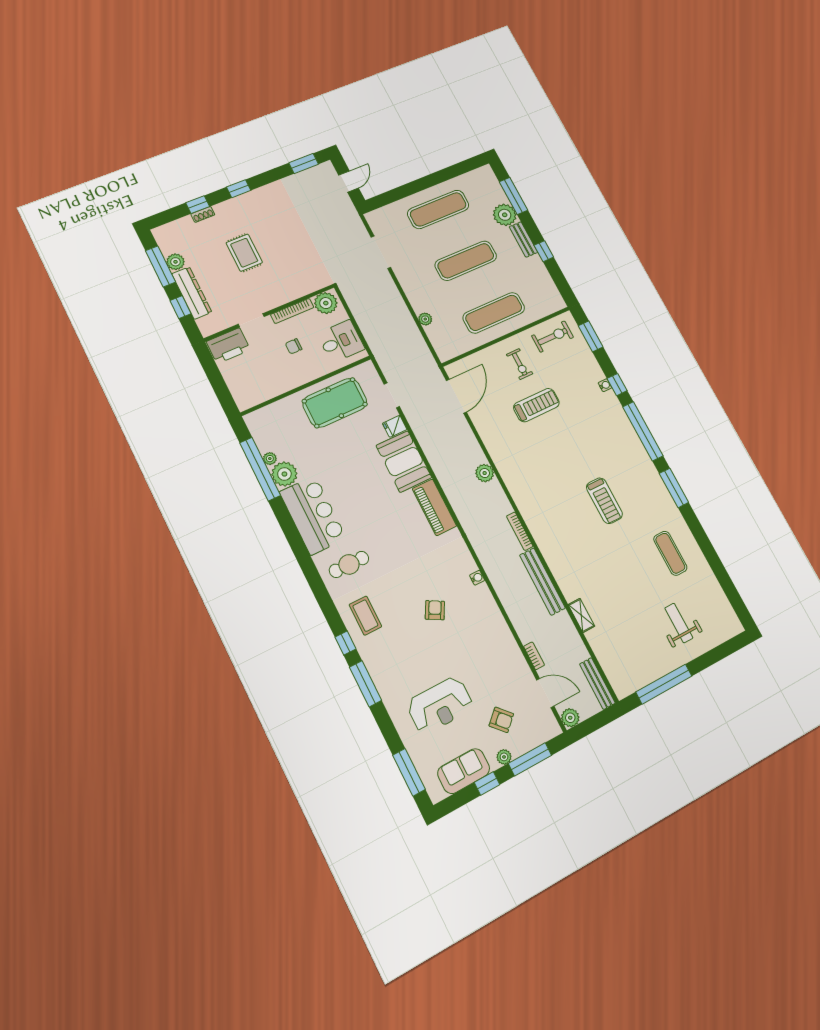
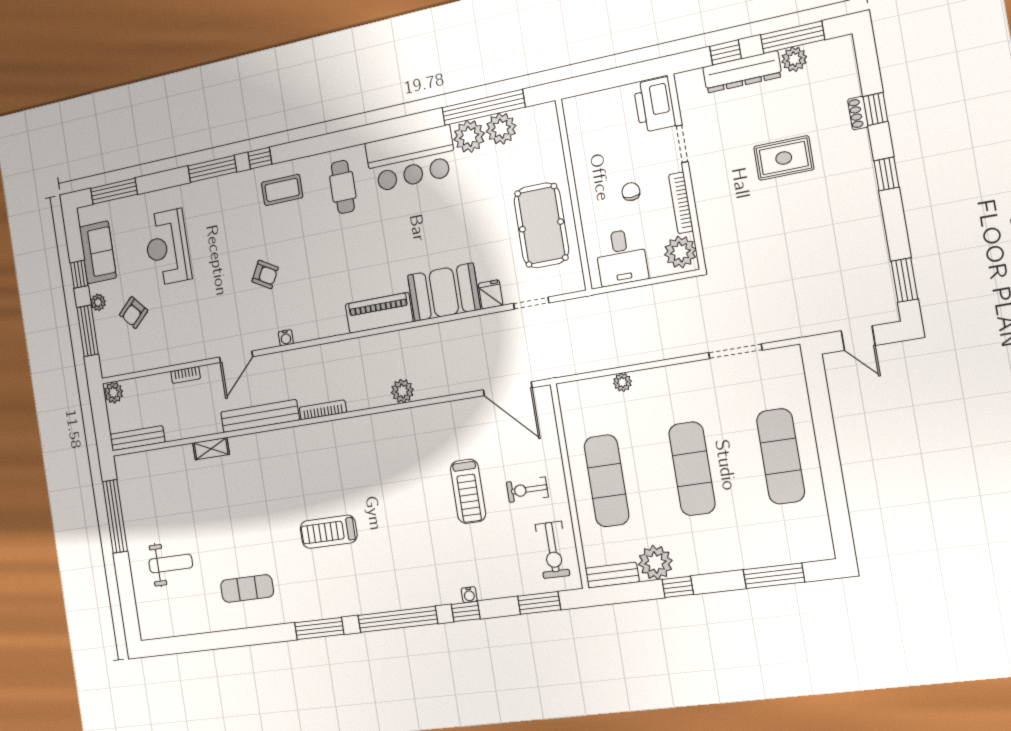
plant: (505, 215) -> (655, 563), moved
bench: (523, 240) -> (612, 575), moved
plant: (270, 459) -> (501, 129), width x1.88, depth x1.88
door: (545, 693) -> (236, 357), moved

